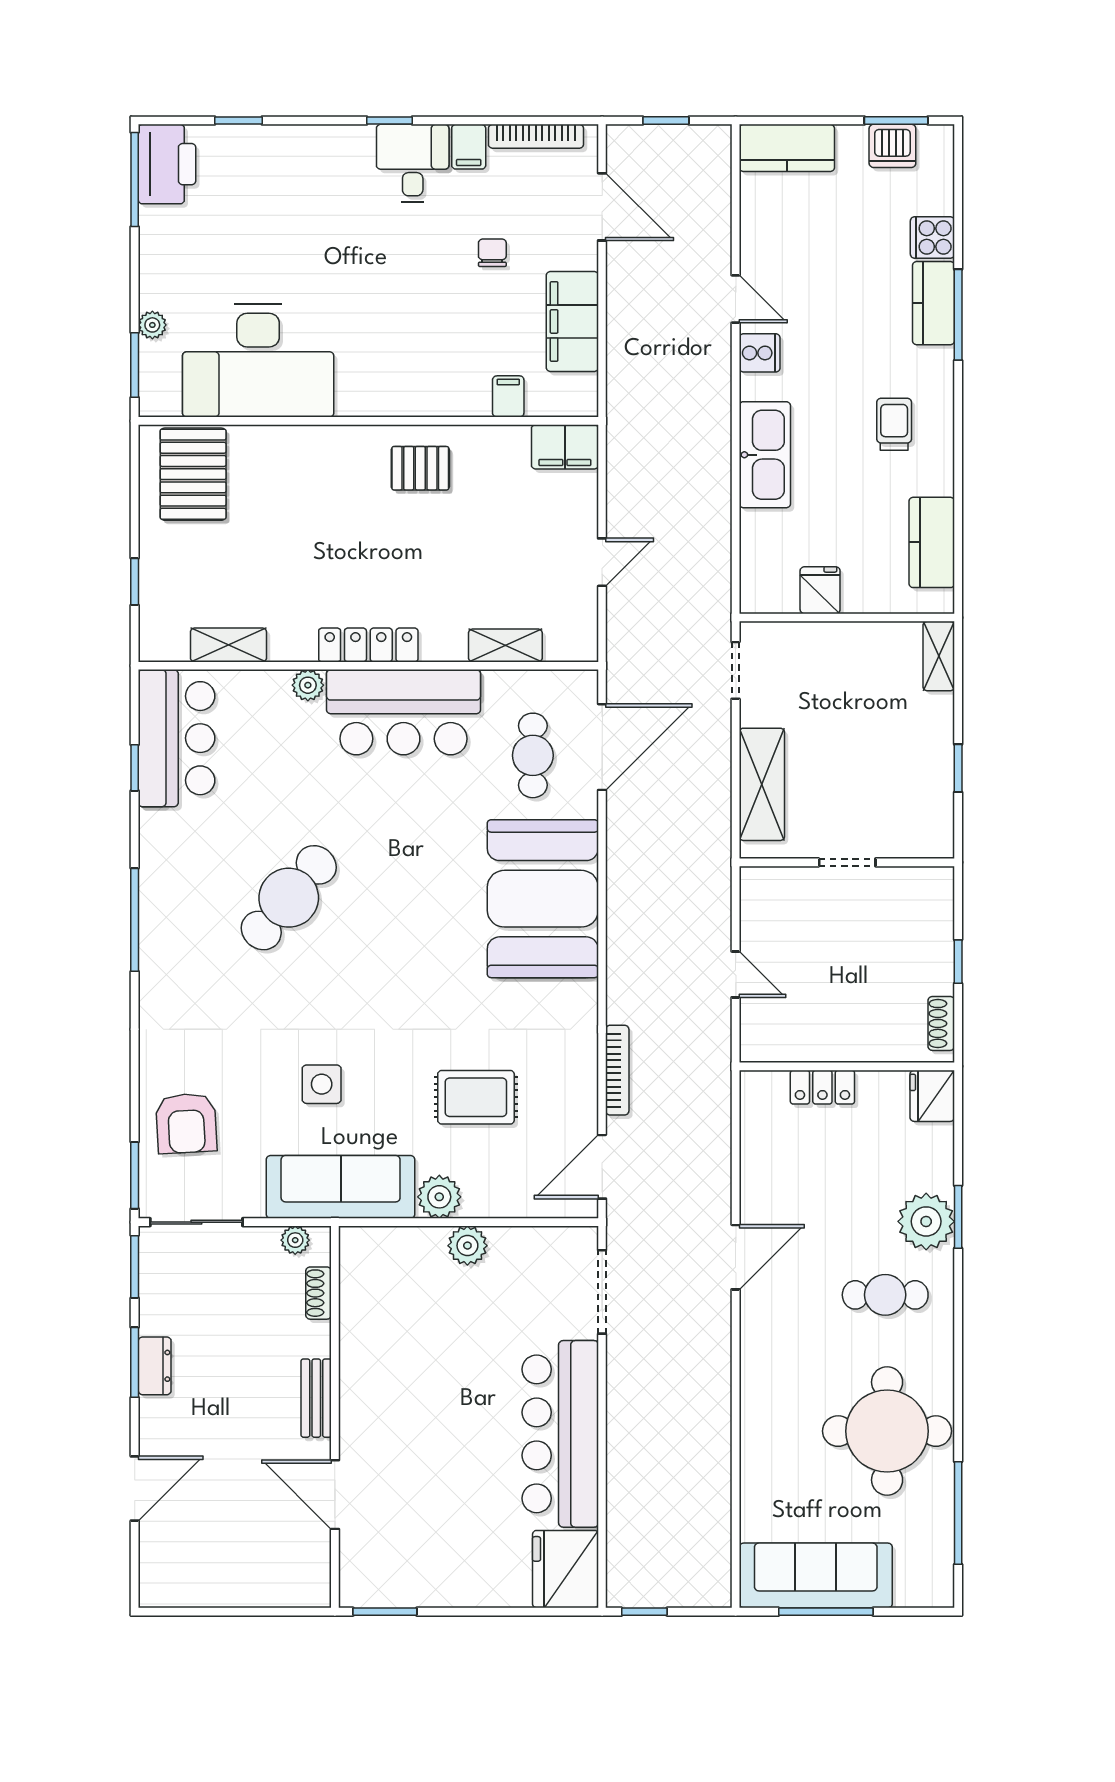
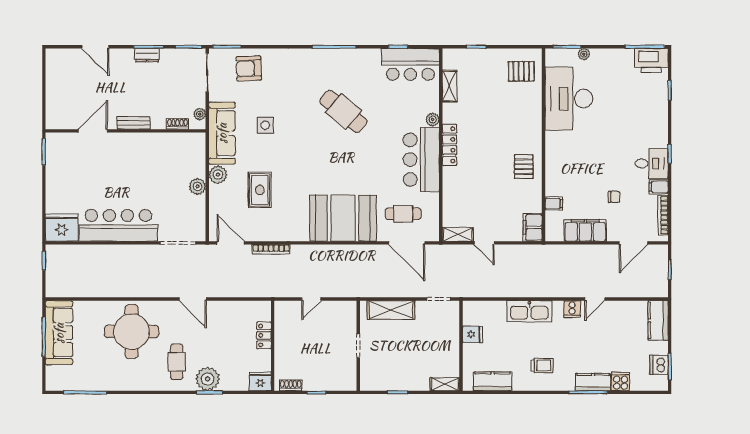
pallet: (193, 474) -> (521, 71), width x0.67, depth x0.71
shelving: (505, 645) -> (458, 234), moved, turned 90
round table: (887, 1431) -> (132, 332), moved

